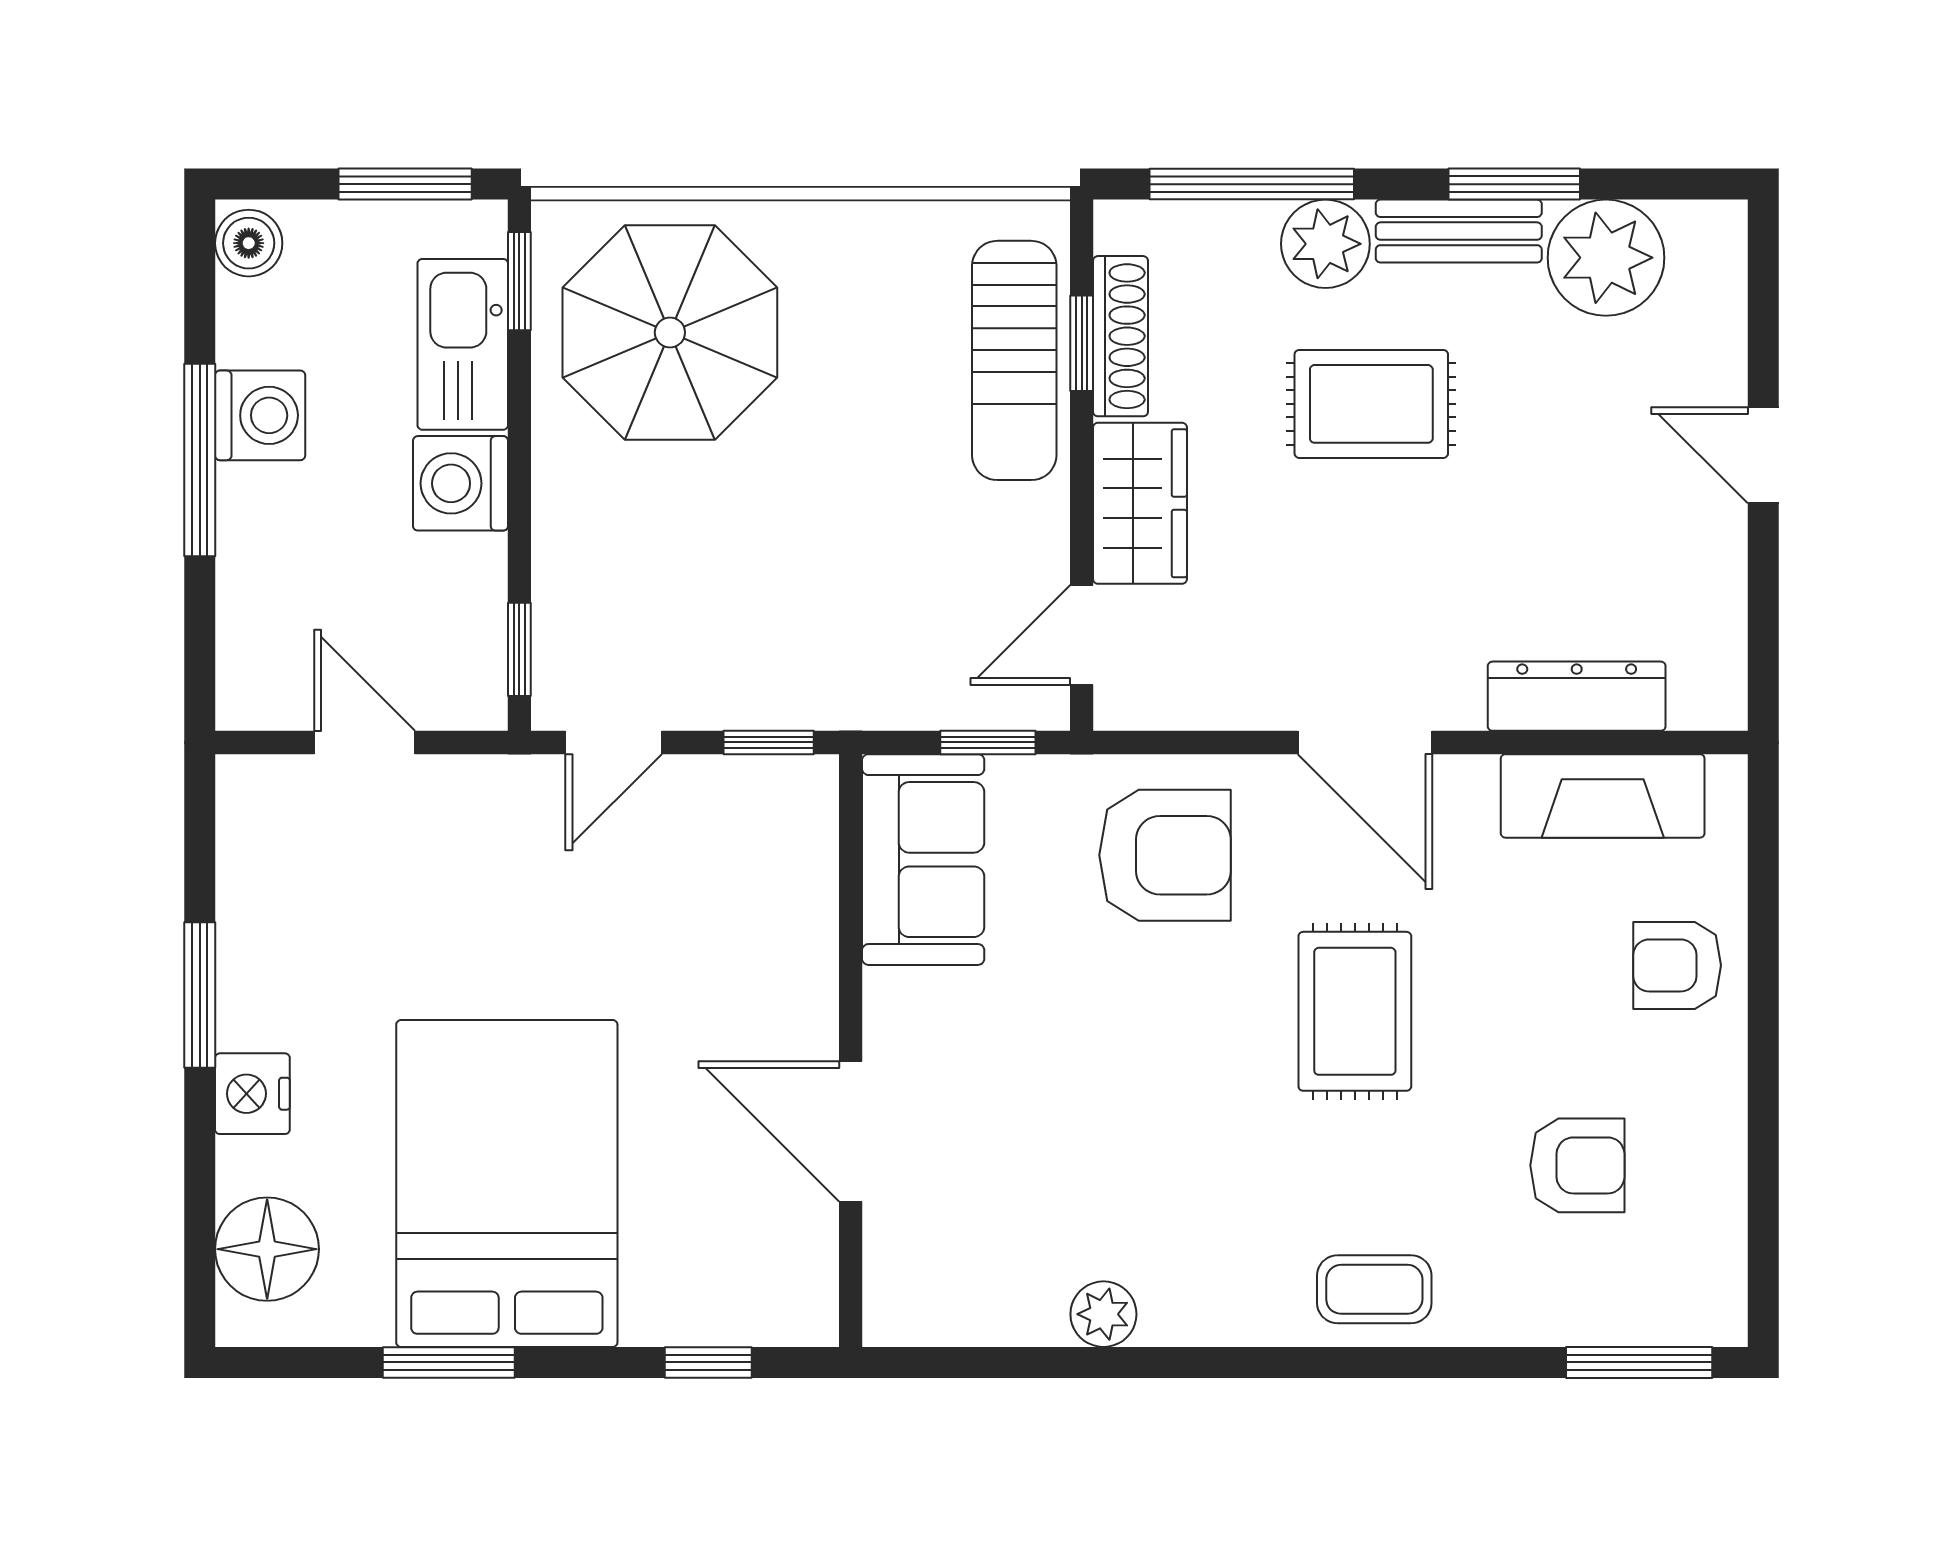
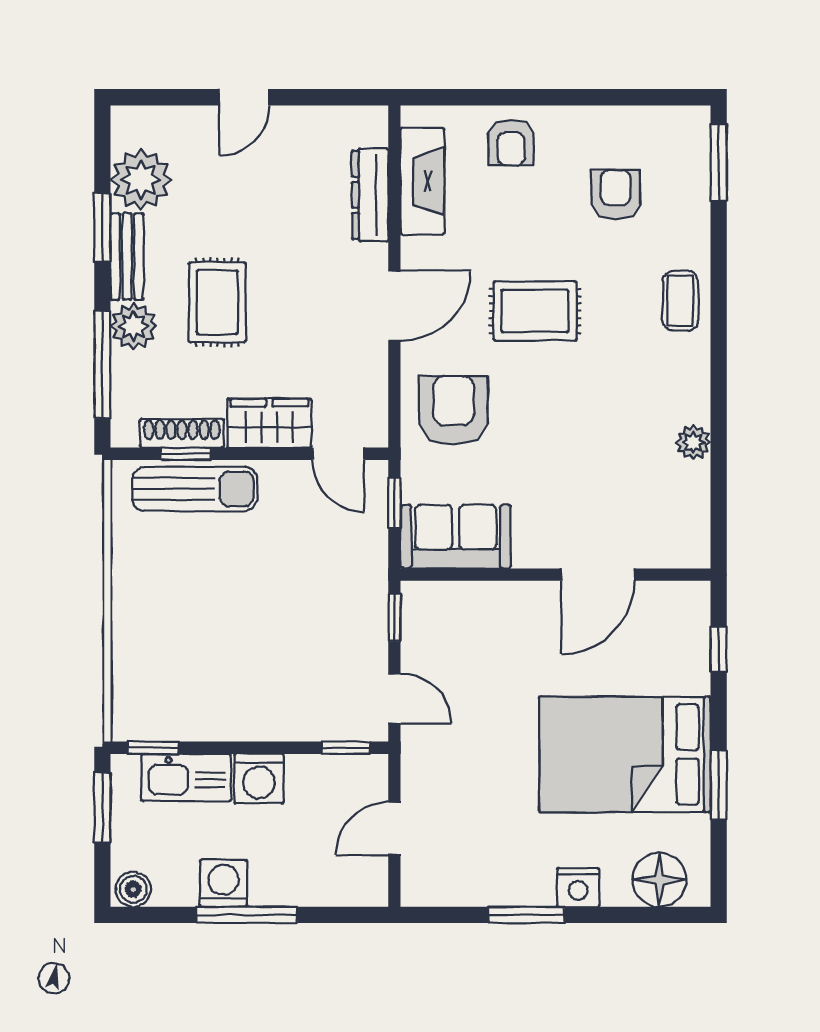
parasol: (670, 332) -> (180, 669), removed

